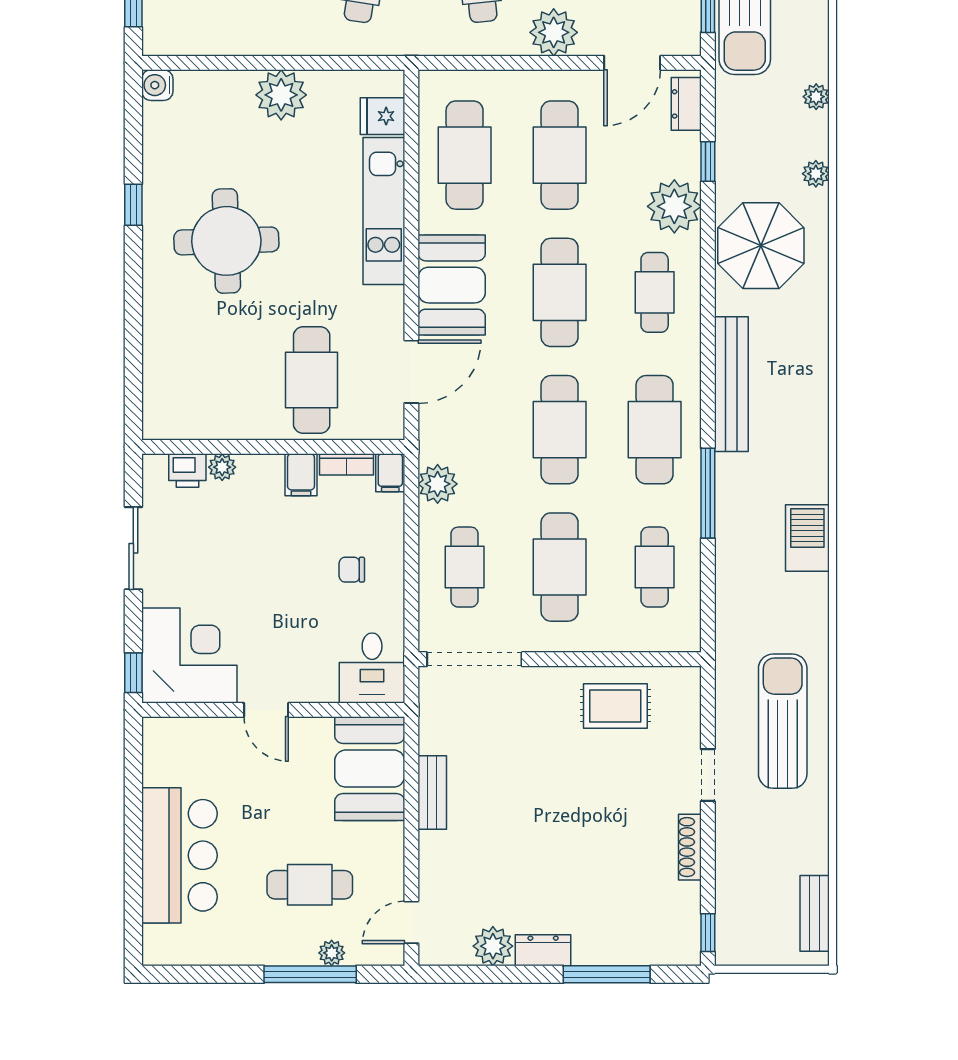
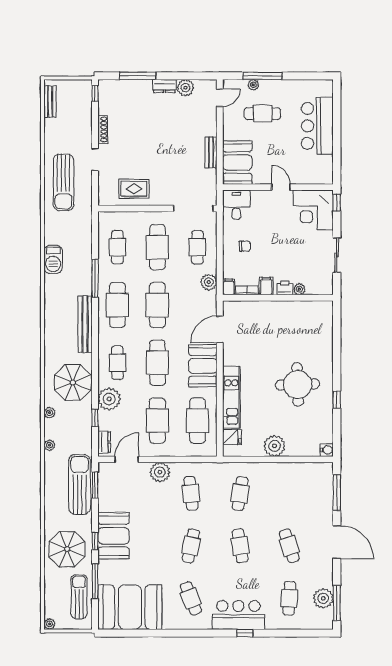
cafe table: (312, 380) -> (262, 326), removed
printer: (187, 470) -> (285, 288), moved

